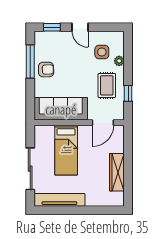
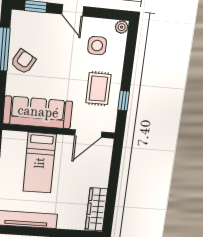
plant: (119, 61) -> (122, 27), moved
armchair: (46, 70) -> (23, 62), turned -59
wardrobe: (117, 172) -> (96, 209), moved

